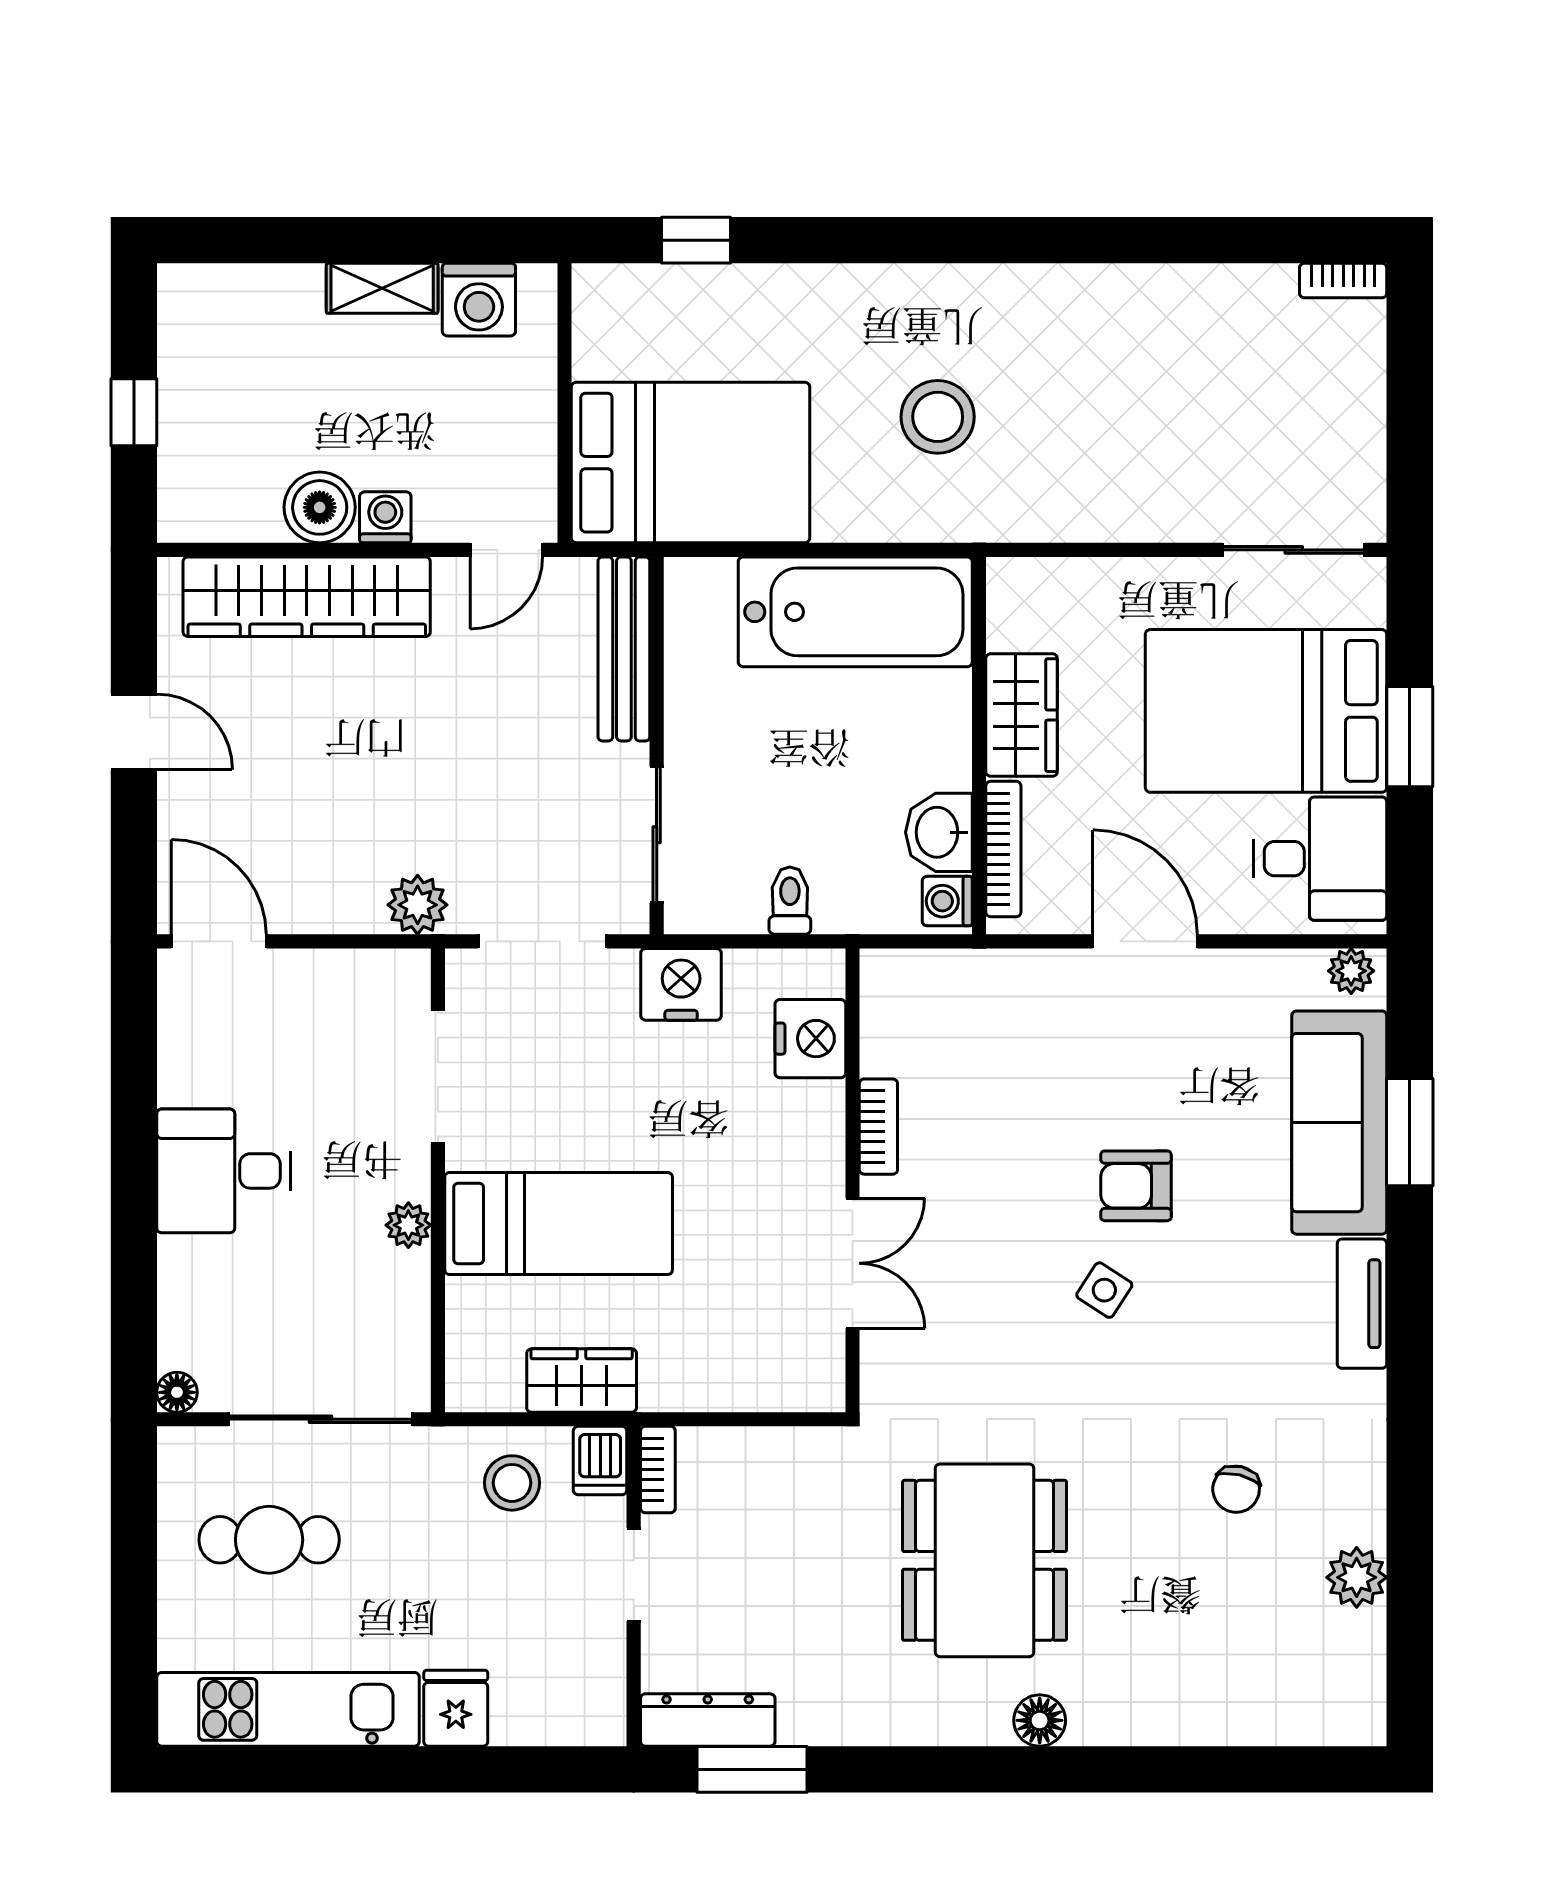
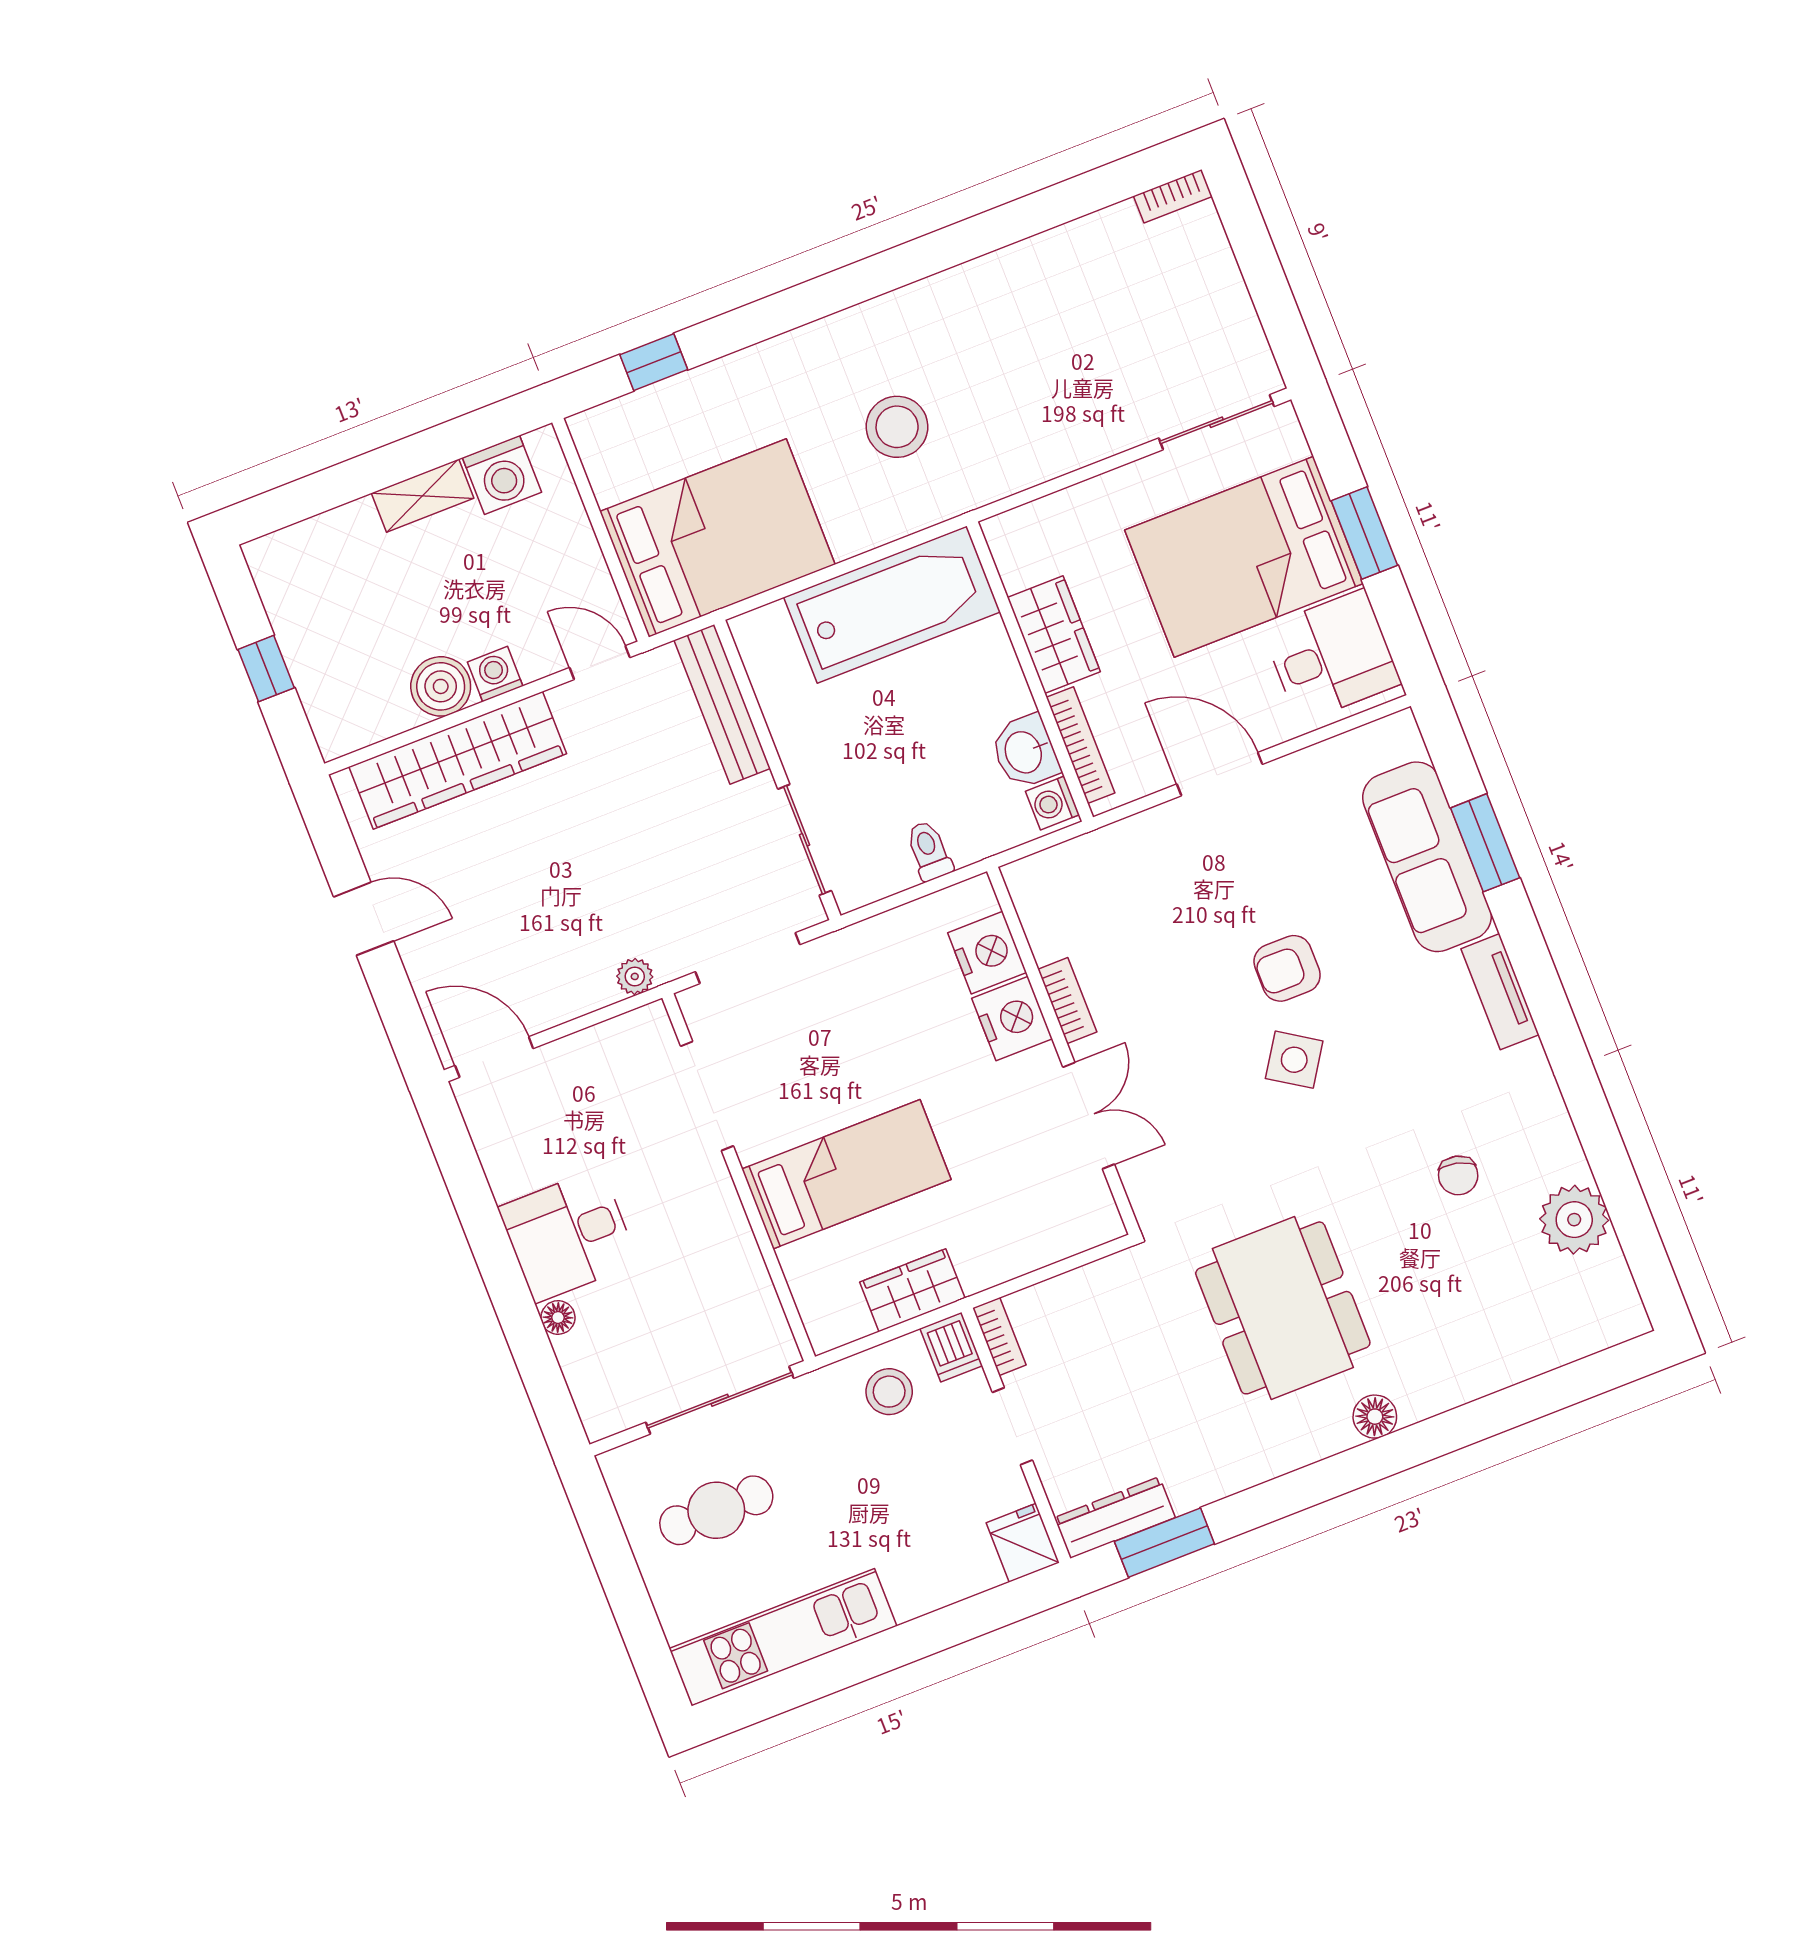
door: (506, 550) -> (600, 663), swing flipped
plant: (418, 905) -> (635, 976), width x0.73, depth x0.73
plant: (1351, 971) -> (1390, 734), removed
nightstand: (681, 984) -> (1012, 1019), moved, turned 90
plant: (408, 1225) -> (729, 1221), removed
side table: (1104, 1290) -> (1294, 1060), width x1.37, depth x1.37
floor lamp: (177, 1392) -> (558, 1317), moved
plant: (1357, 1577) -> (1574, 1220), width x1.36, depth x1.36
fridge: (456, 1708) -> (1023, 1543), moved

